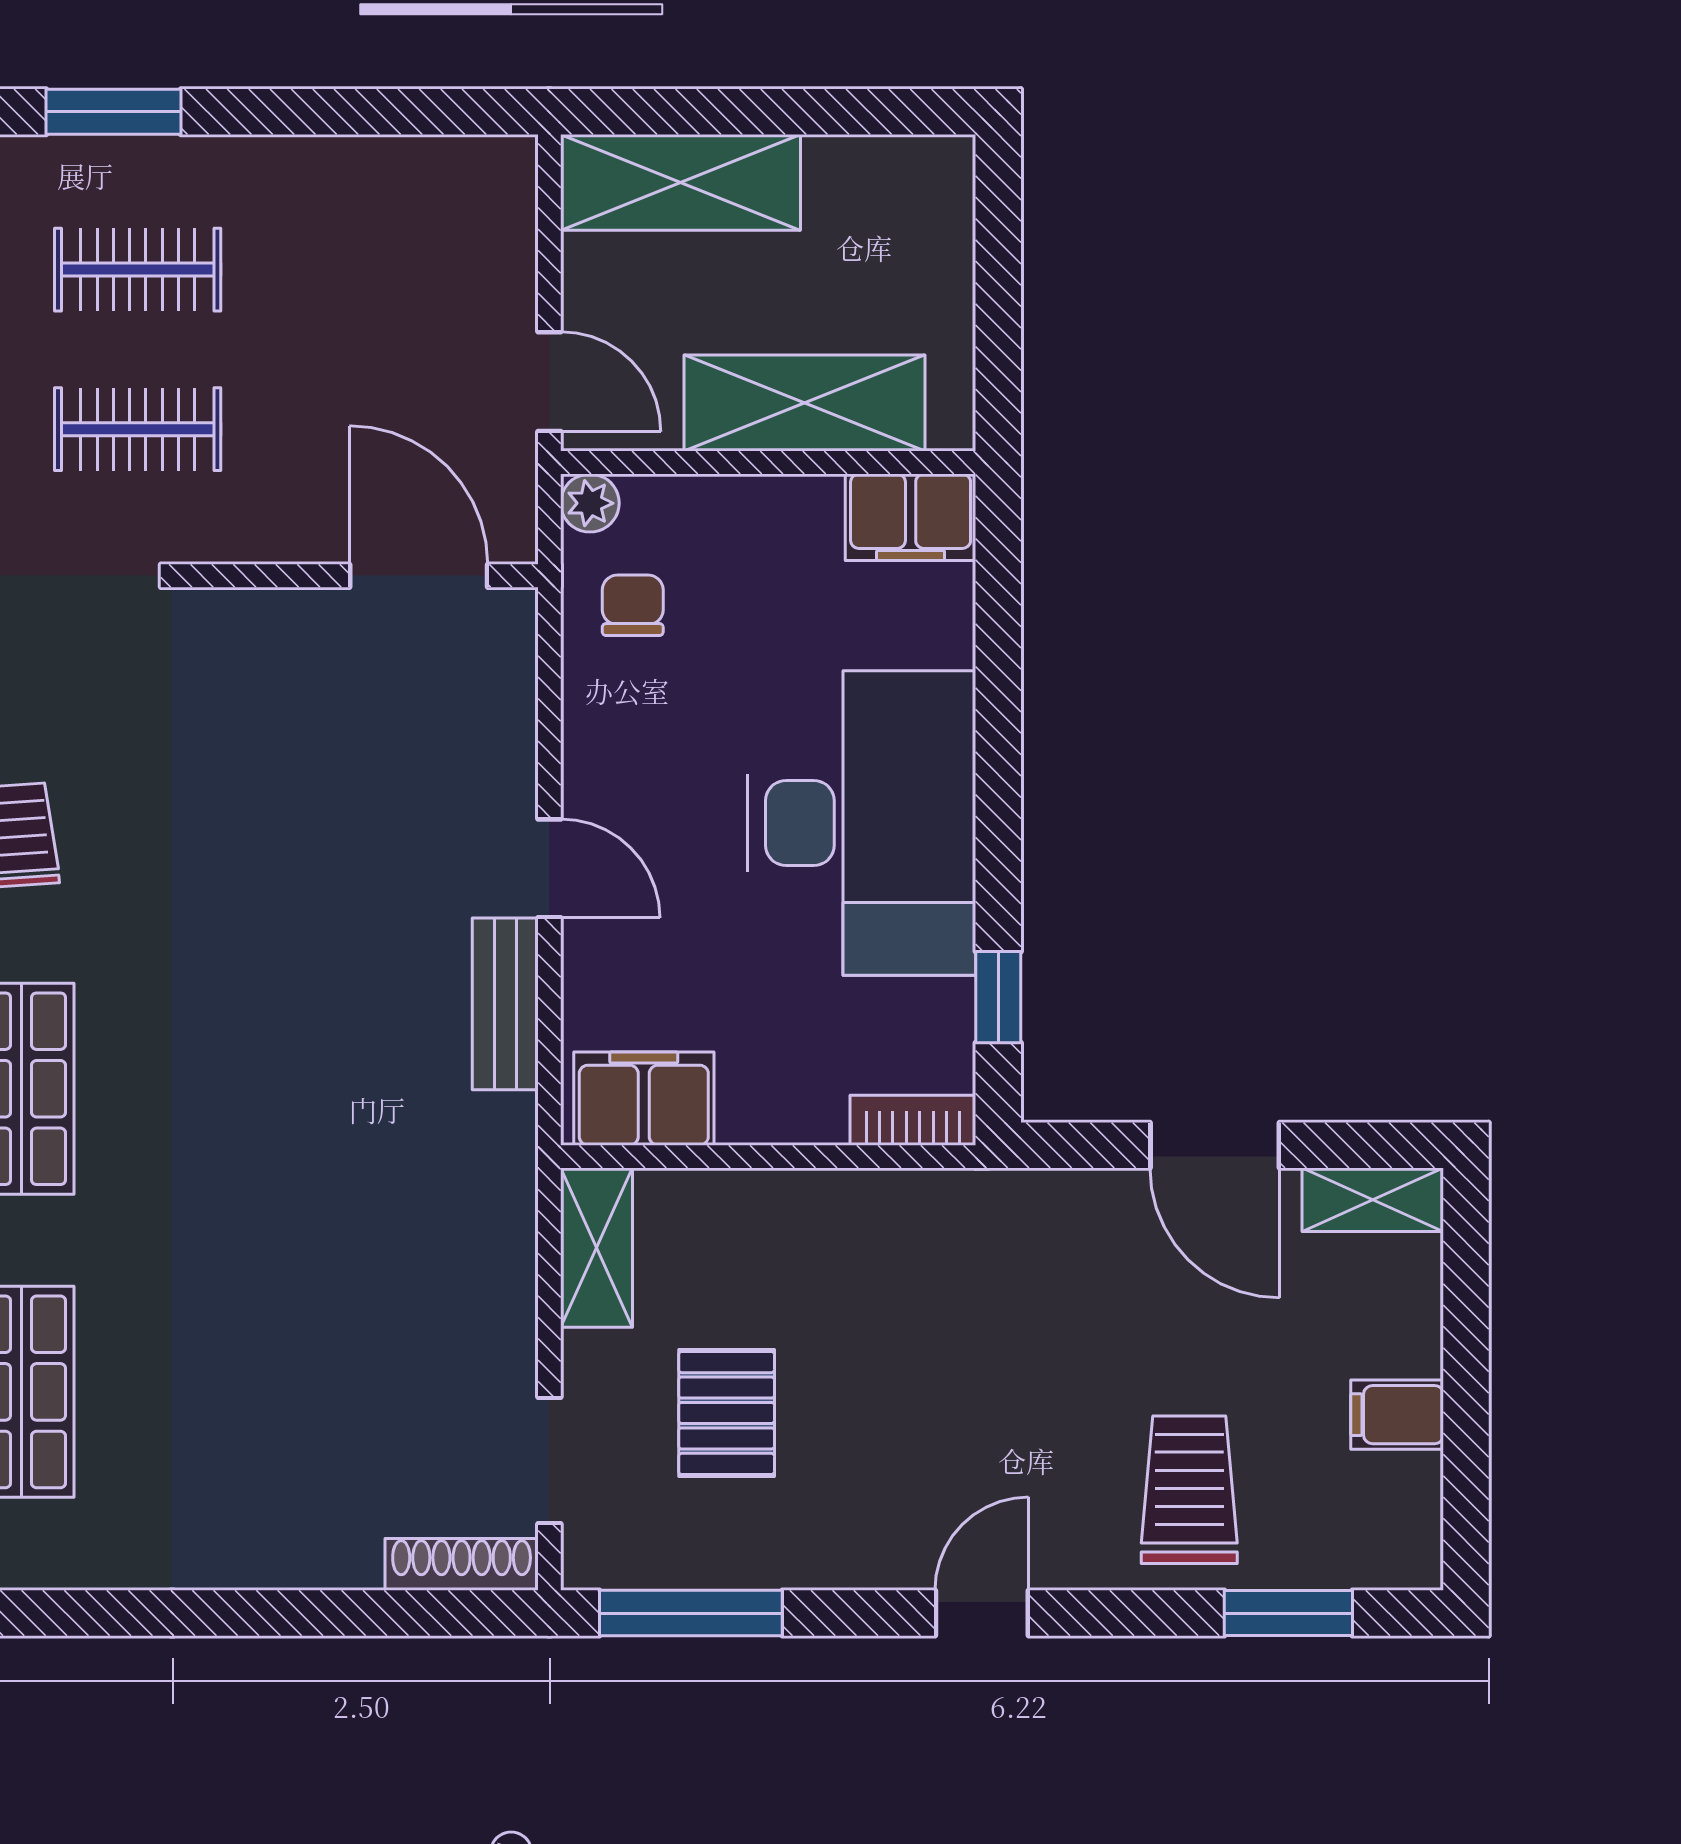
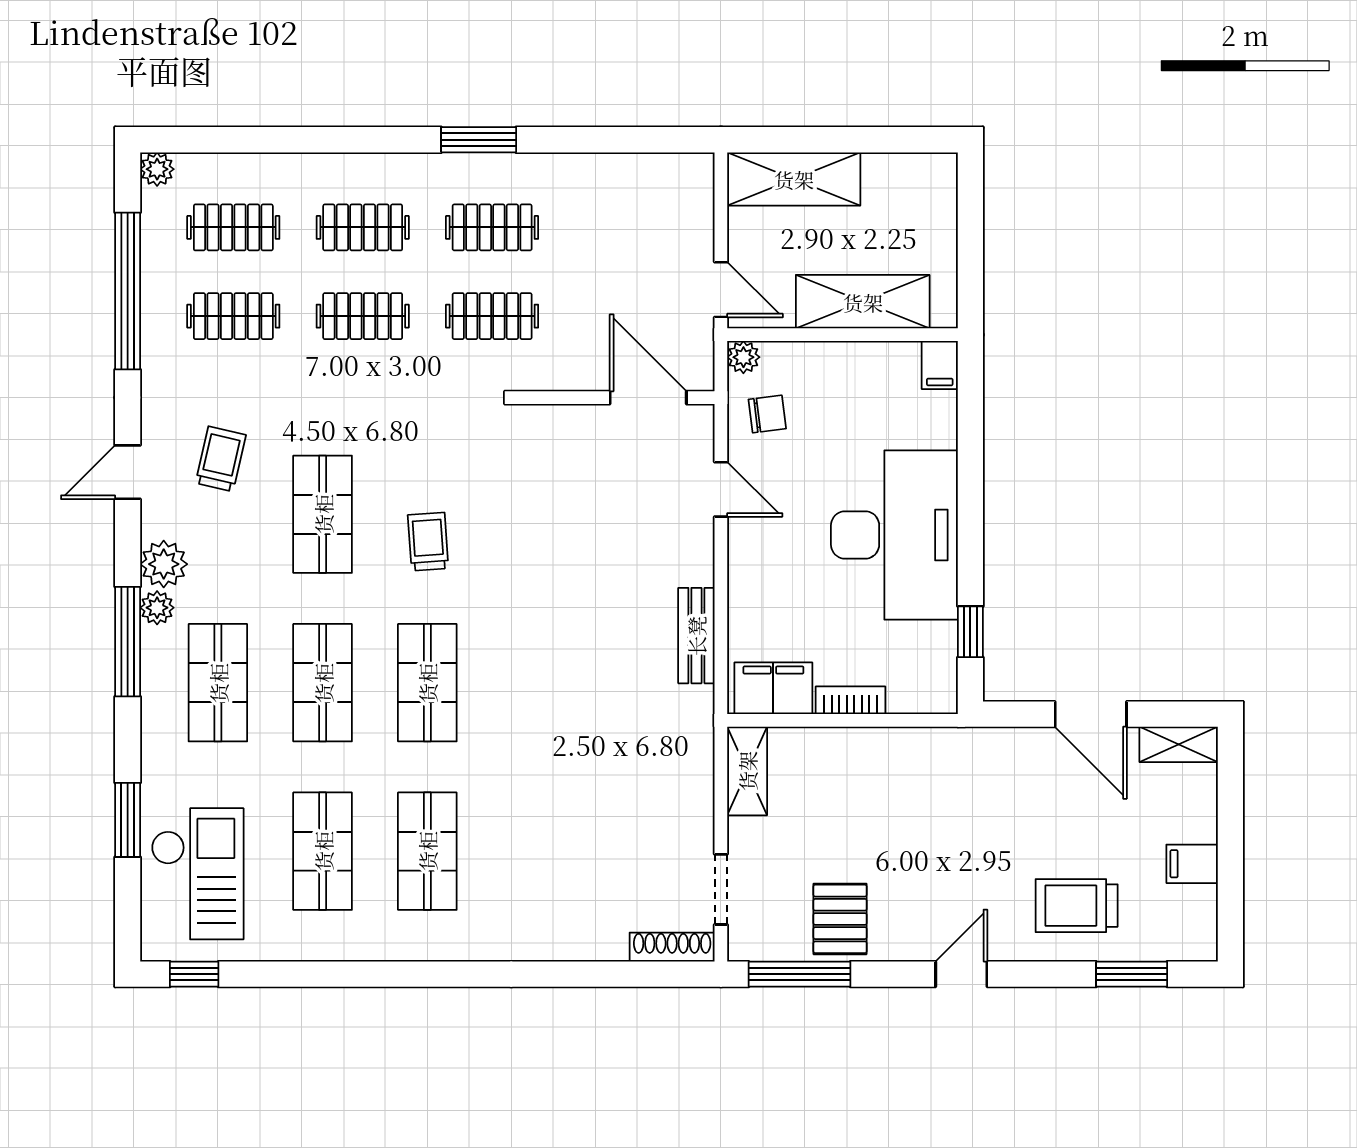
filing cabinet: (911, 517) -> (940, 365), width x0.50
chair: (633, 605) -> (767, 414), turned 83
door: (549, 868) -> (721, 489), moved
bookcase: (913, 1120) -> (851, 700), moved
pallet: (727, 1413) -> (840, 919), moved
trolley: (1189, 1490) -> (1077, 906), turned -90

